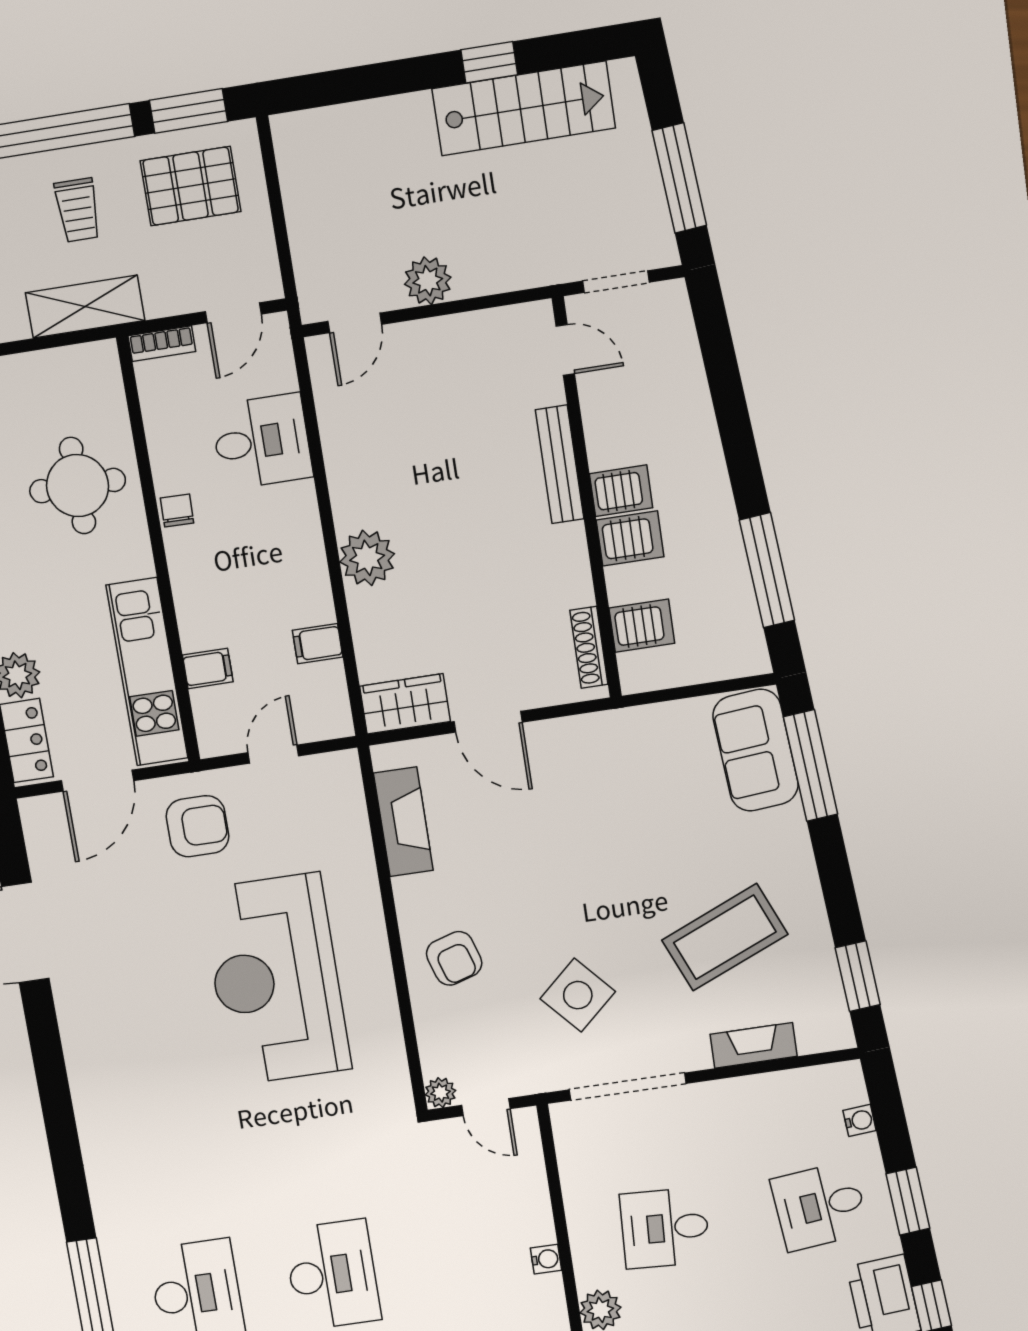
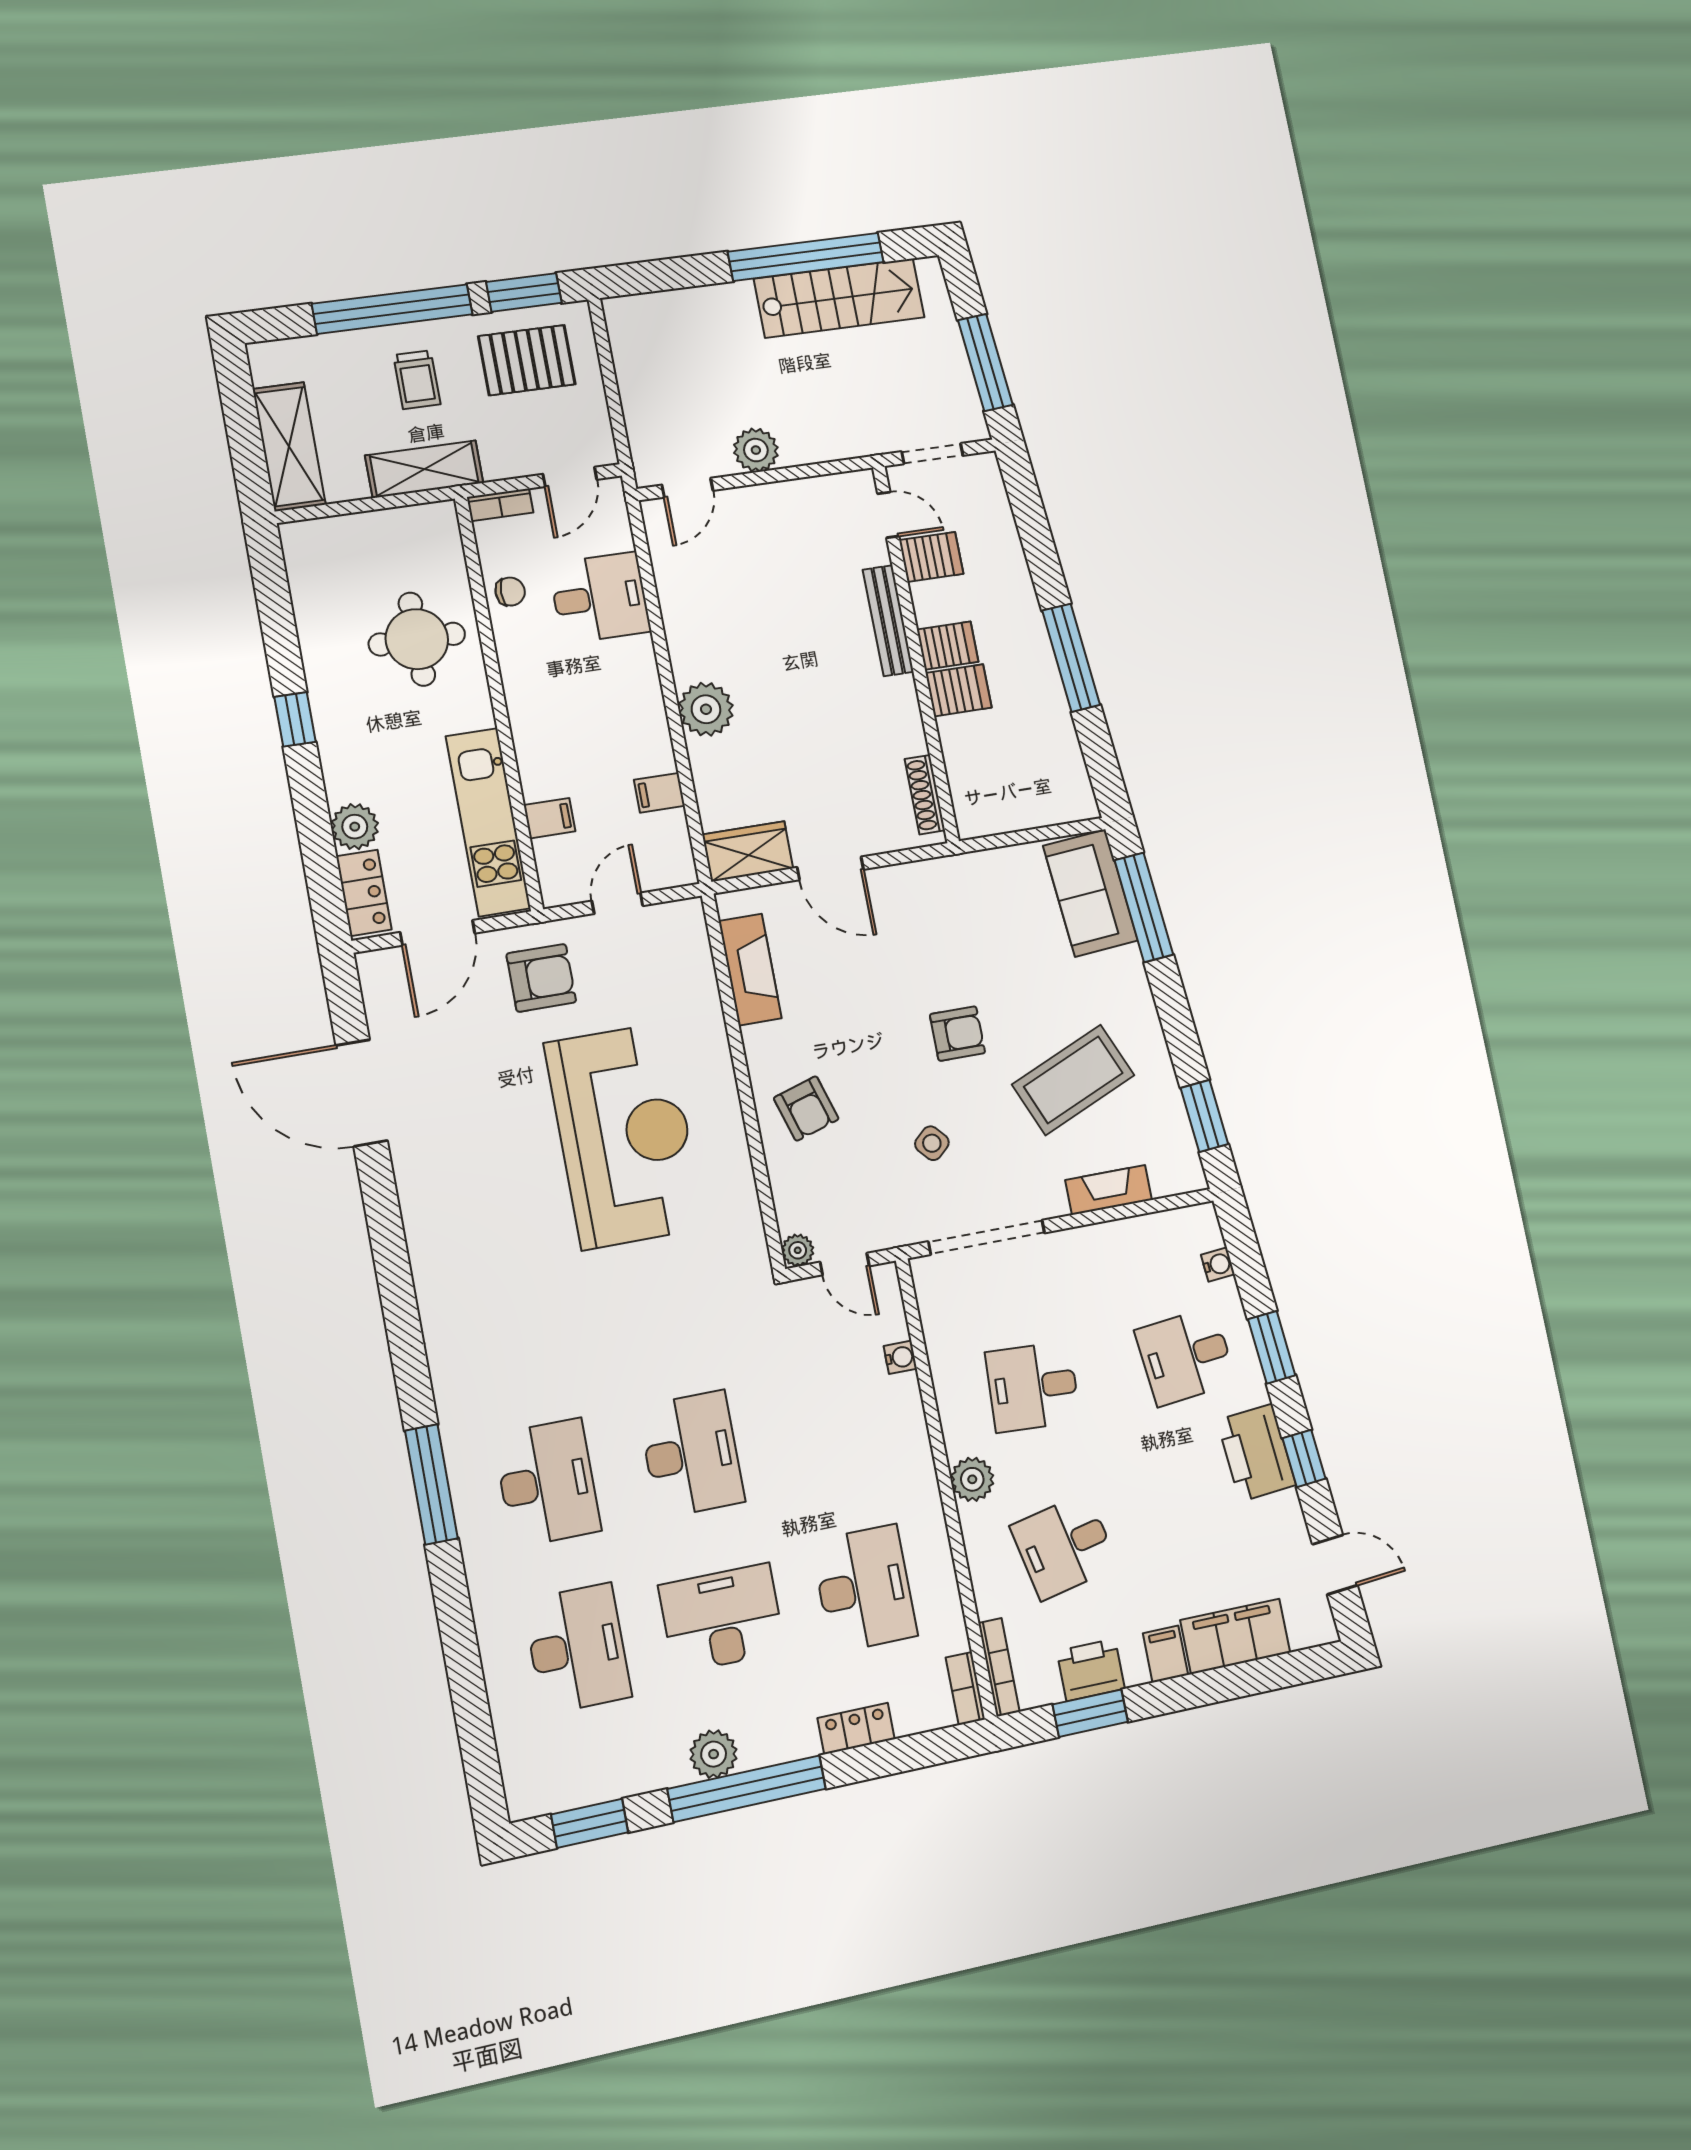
window: (489, 62) -> (806, 257), width x3.17
chair: (177, 511) -> (510, 592), moved, turned 89
window: (767, 570) -> (1071, 658), moved
server rack: (642, 626) -> (931, 557), moved
armchair: (609, 889) -> (957, 1034), added
reception desk: (276, 979) -> (625, 1135), turned 180
side table: (578, 995) -> (932, 1143), width x0.54, depth x0.54
water cooler: (546, 1259) -> (900, 1357), moved

